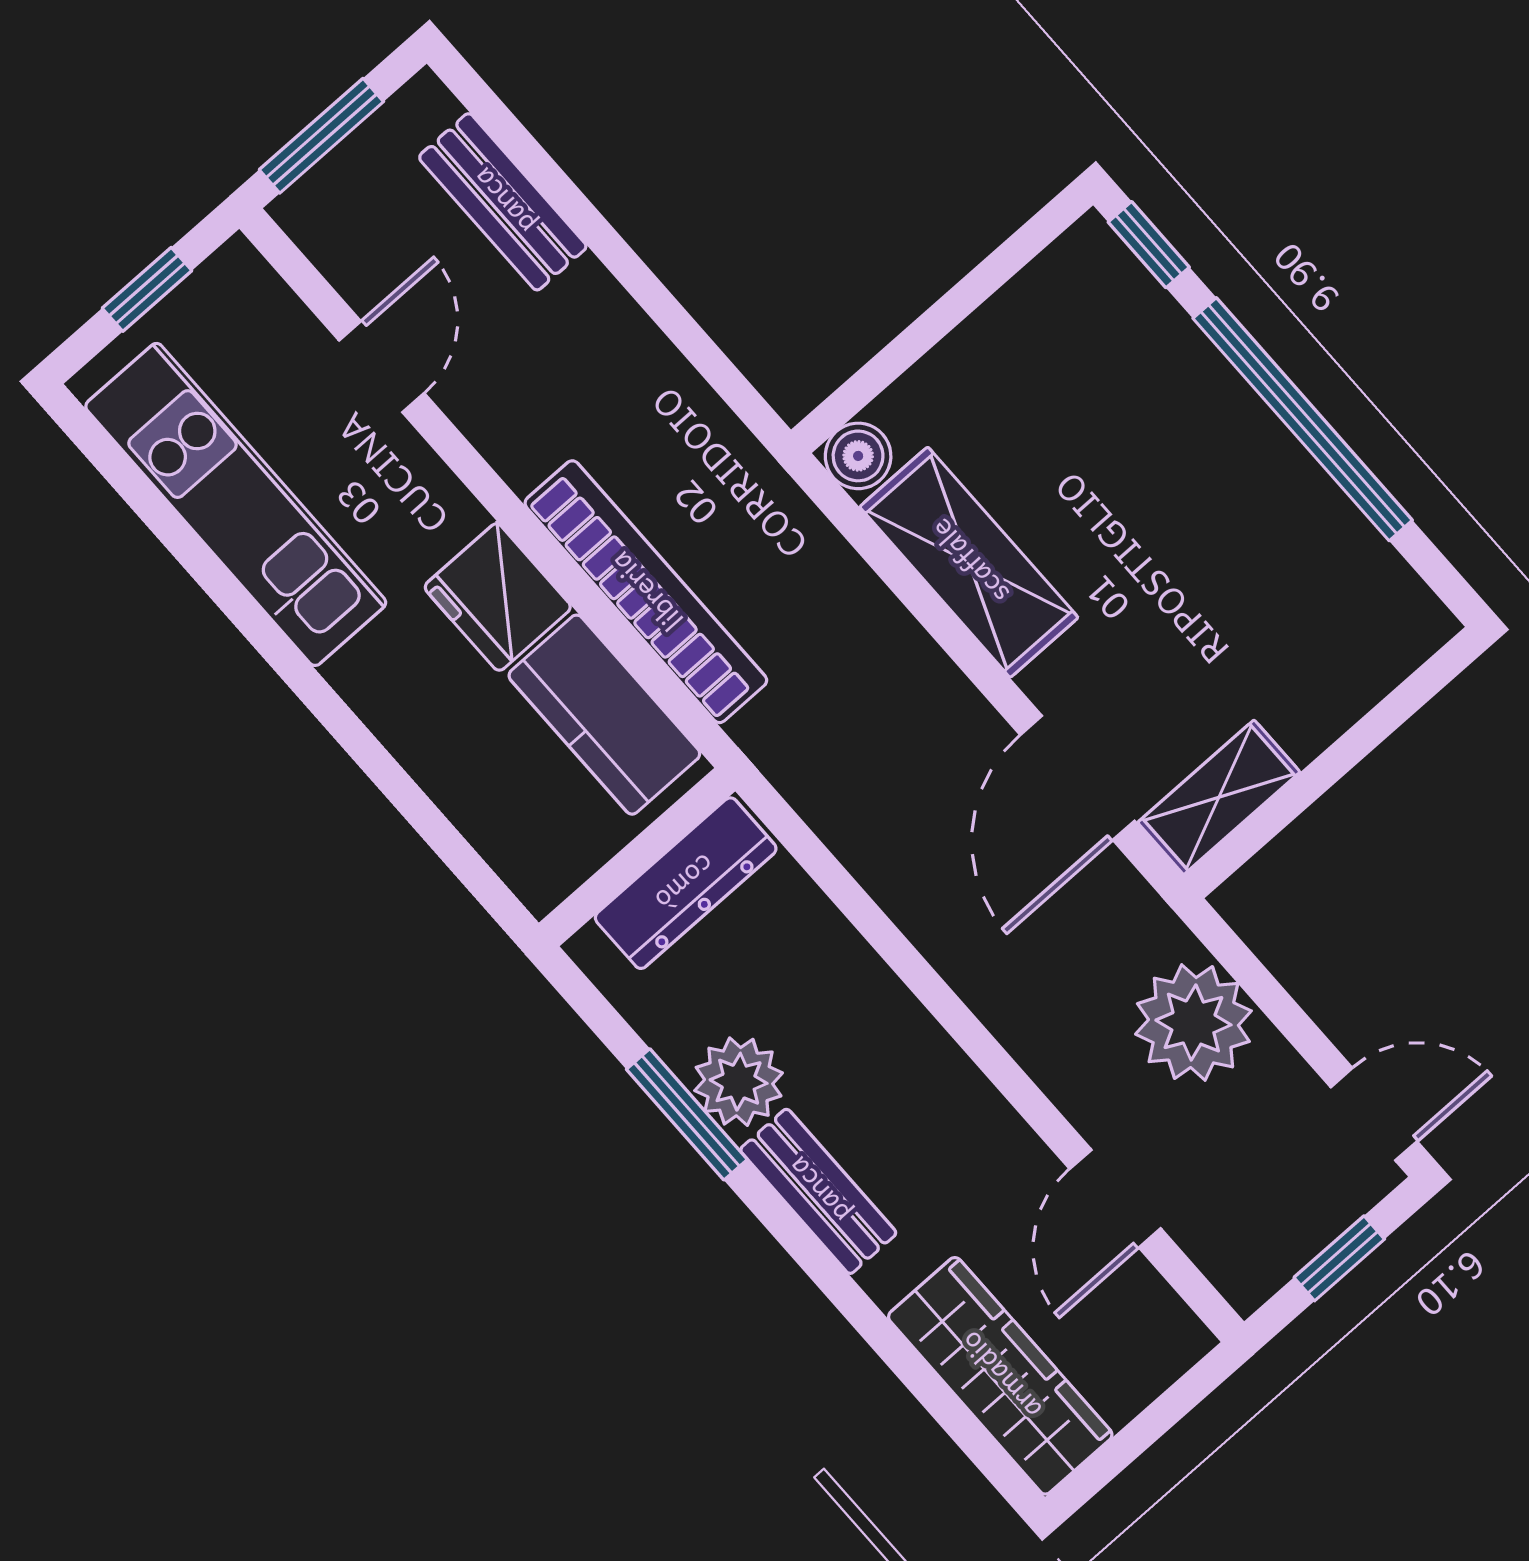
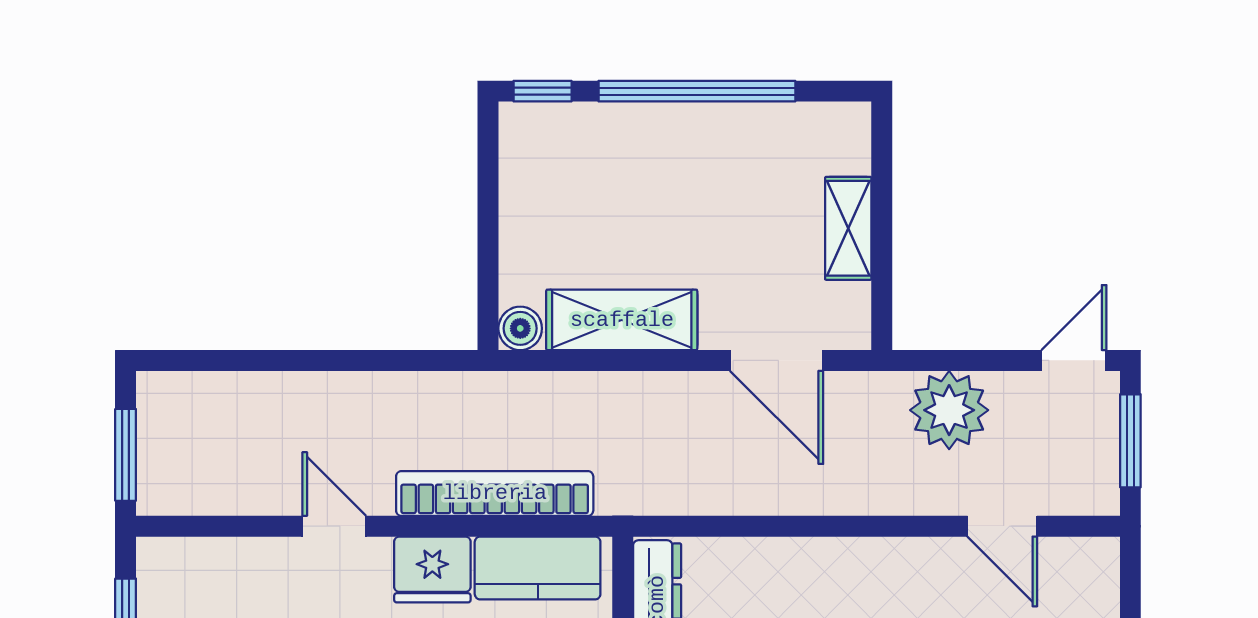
bench: (503, 202) -> (238, 394), removed
door: (382, 367) -> (334, 526), moved
shelving: (1219, 797) -> (848, 228), moved
window: (1339, 1258) -> (1130, 441), width x1.50

